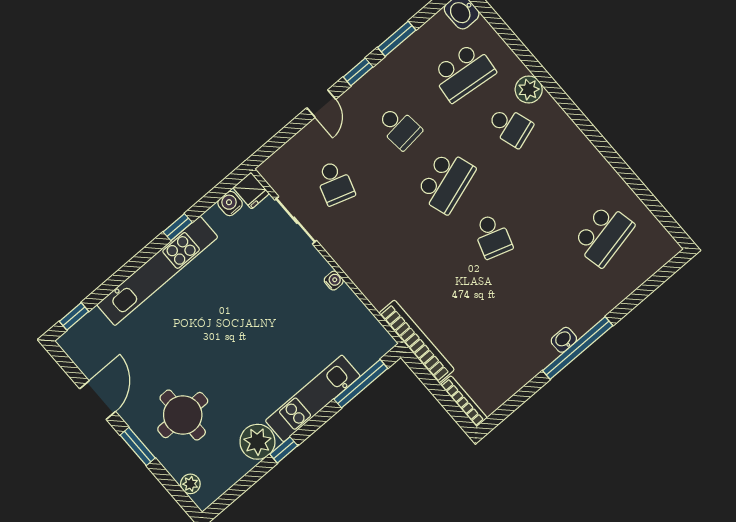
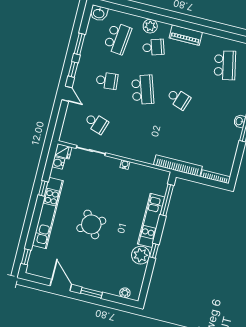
piano: (575, 143) -> (186, 35), added
round table: (183, 415) -> (91, 224), moved, turned -33

